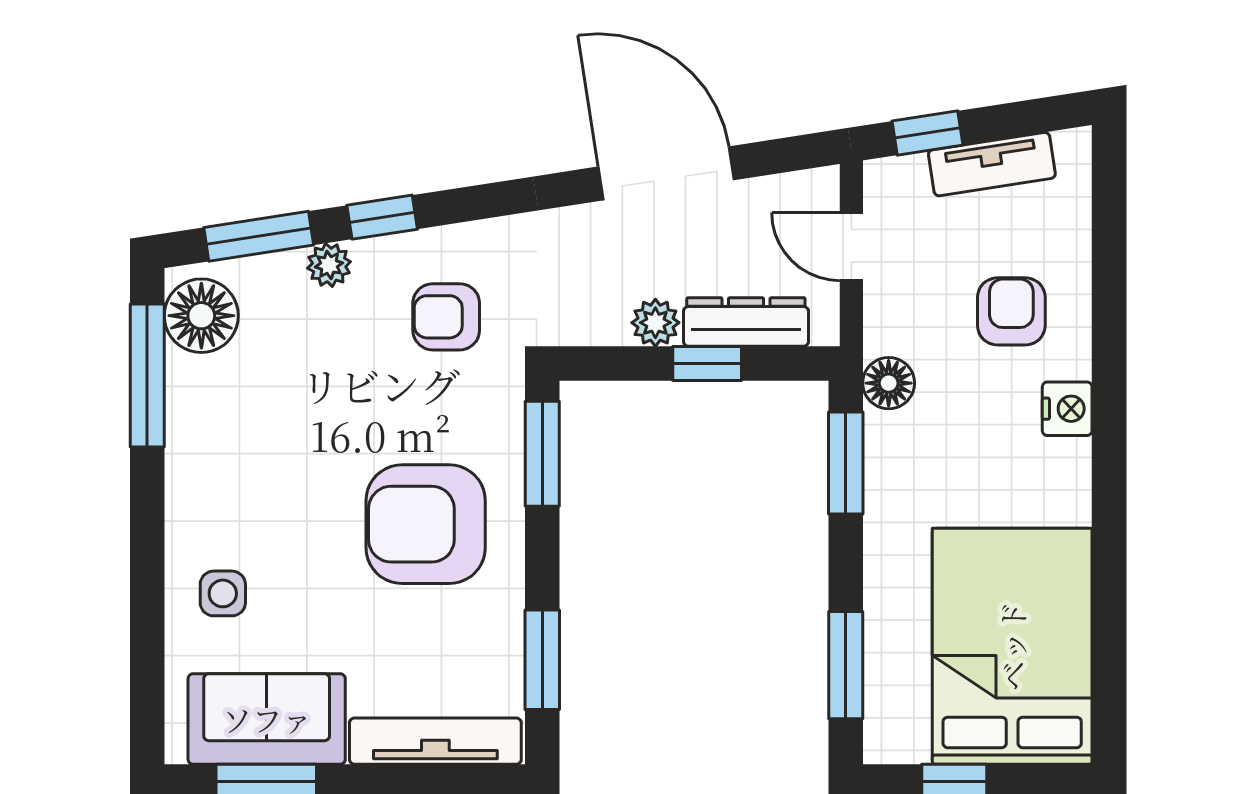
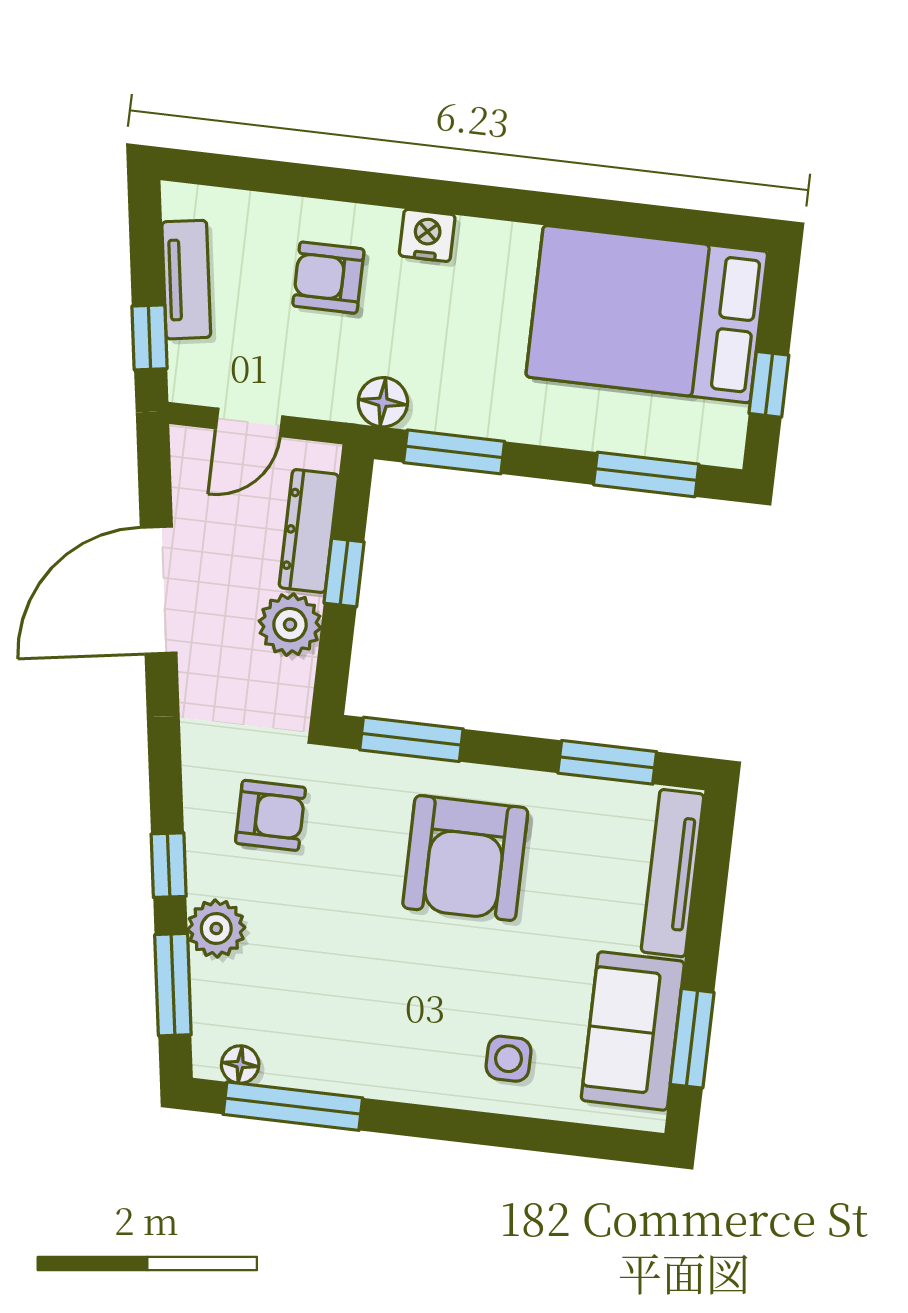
plant: (329, 265) -> (216, 928), width x1.38, depth x1.38
floor lamp: (201, 316) -> (240, 1064), width x0.53, depth x0.53
armchair: (446, 317) -> (270, 815), turned -90
plant: (655, 323) -> (290, 625), width x1.38, depth x1.38

